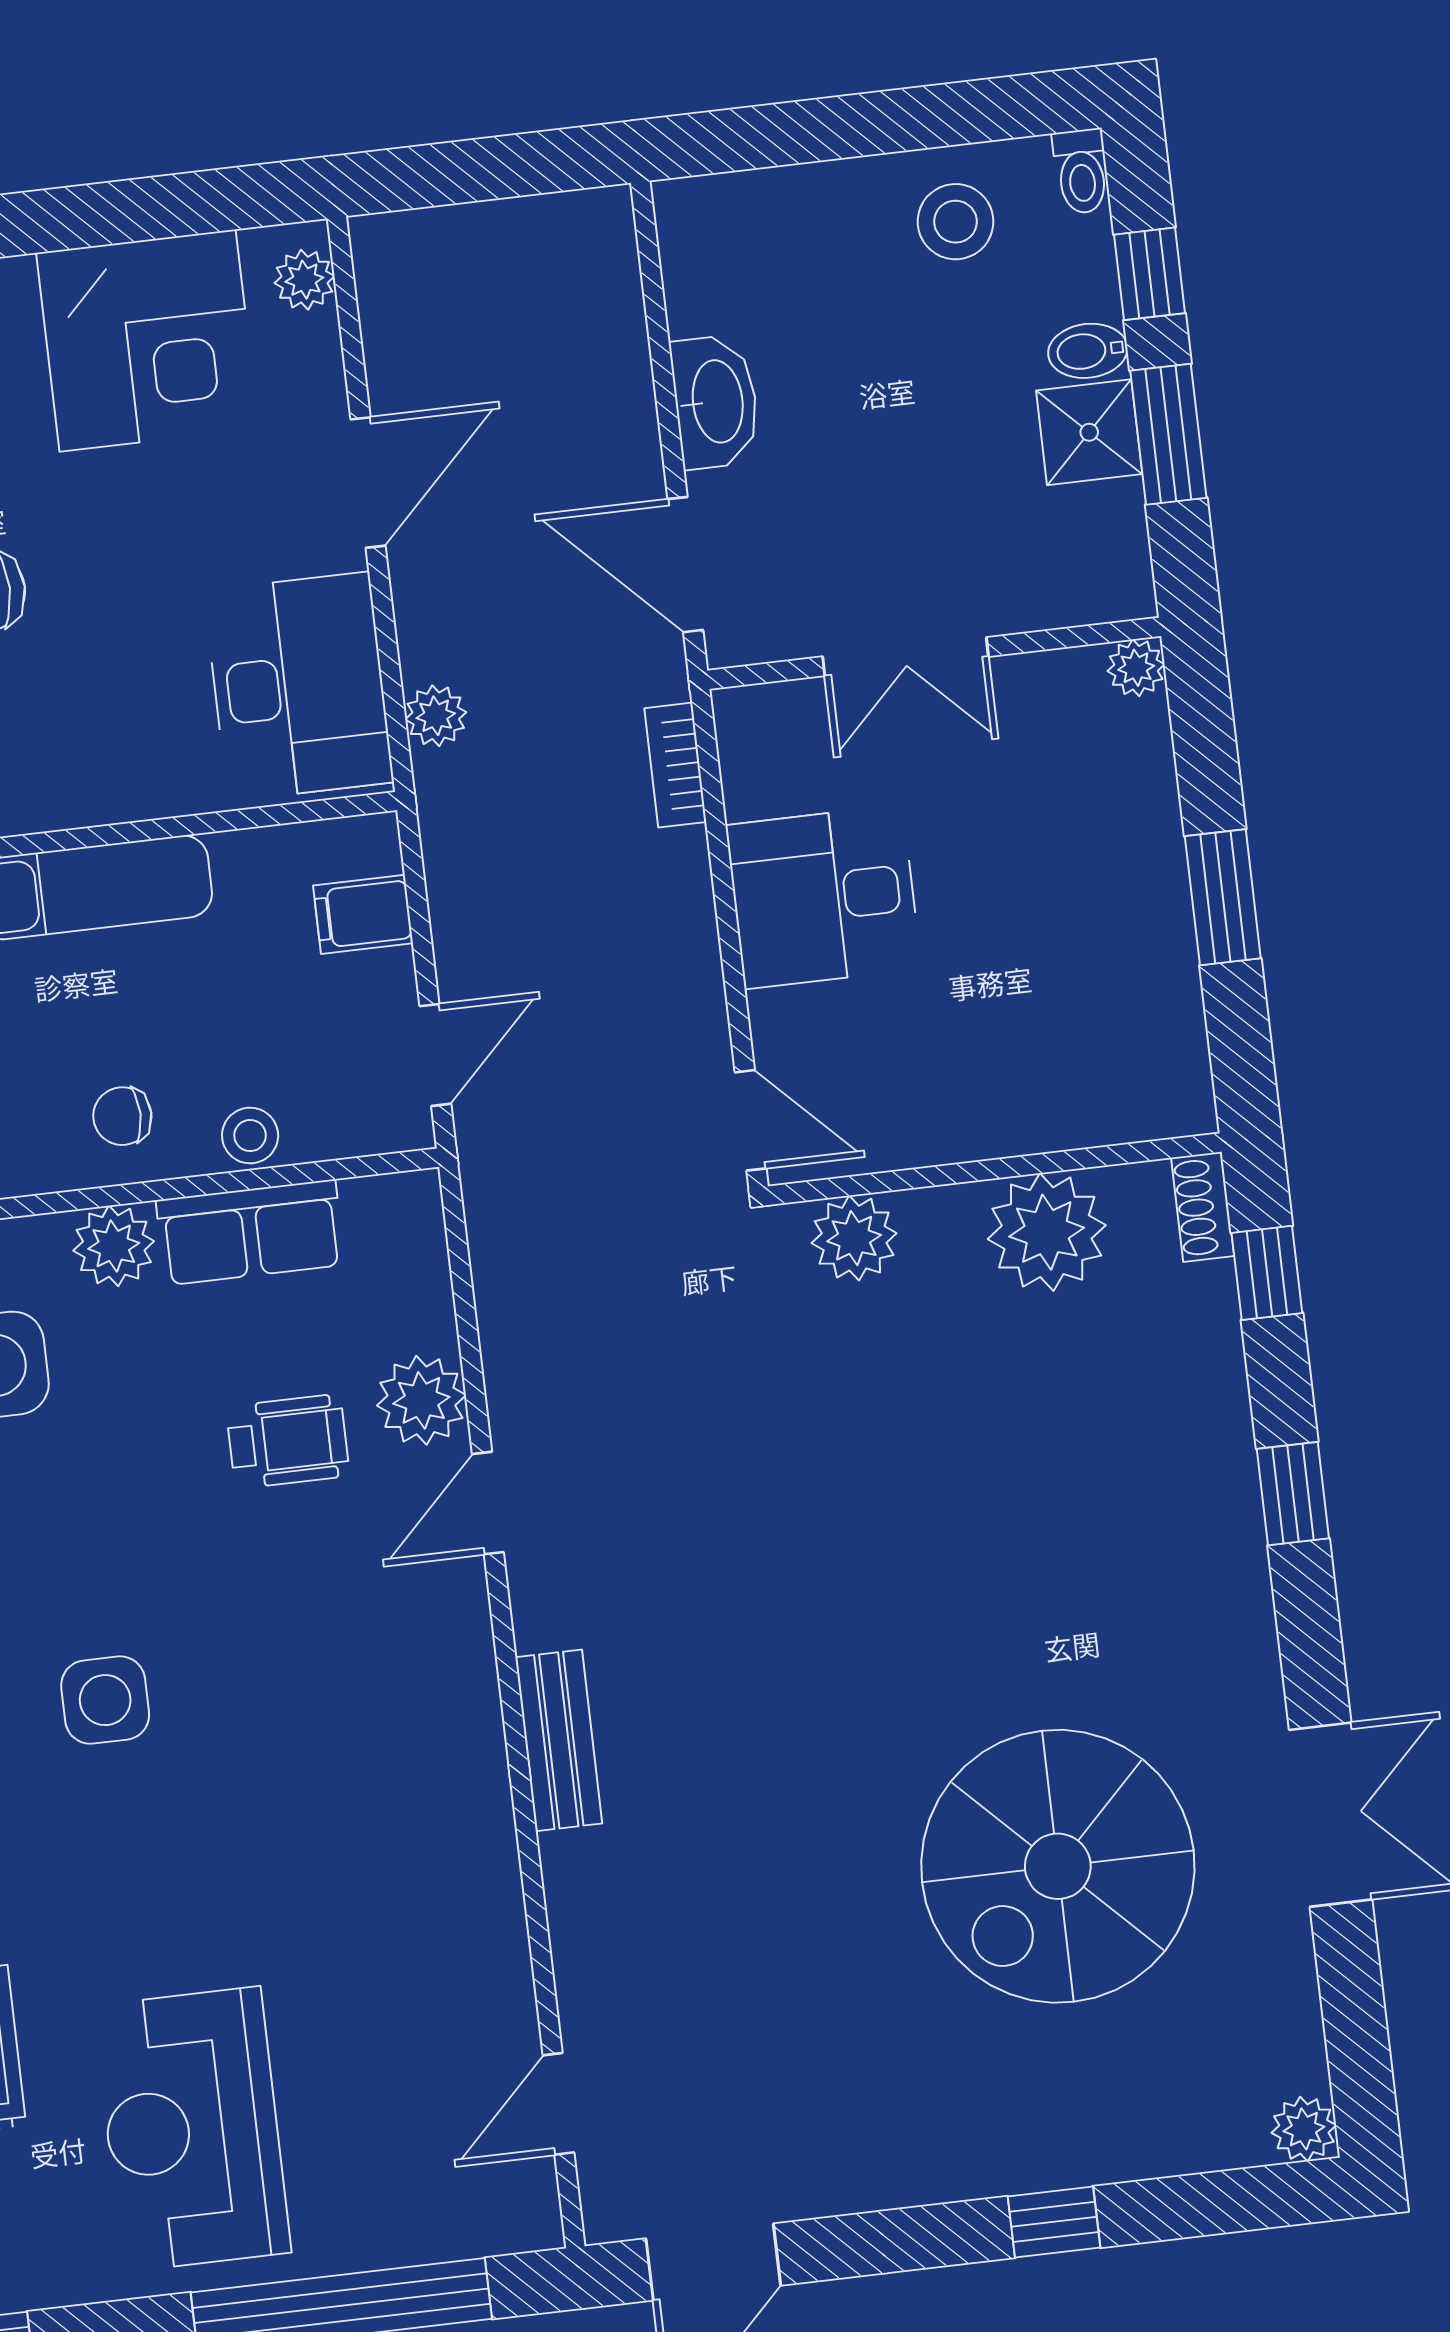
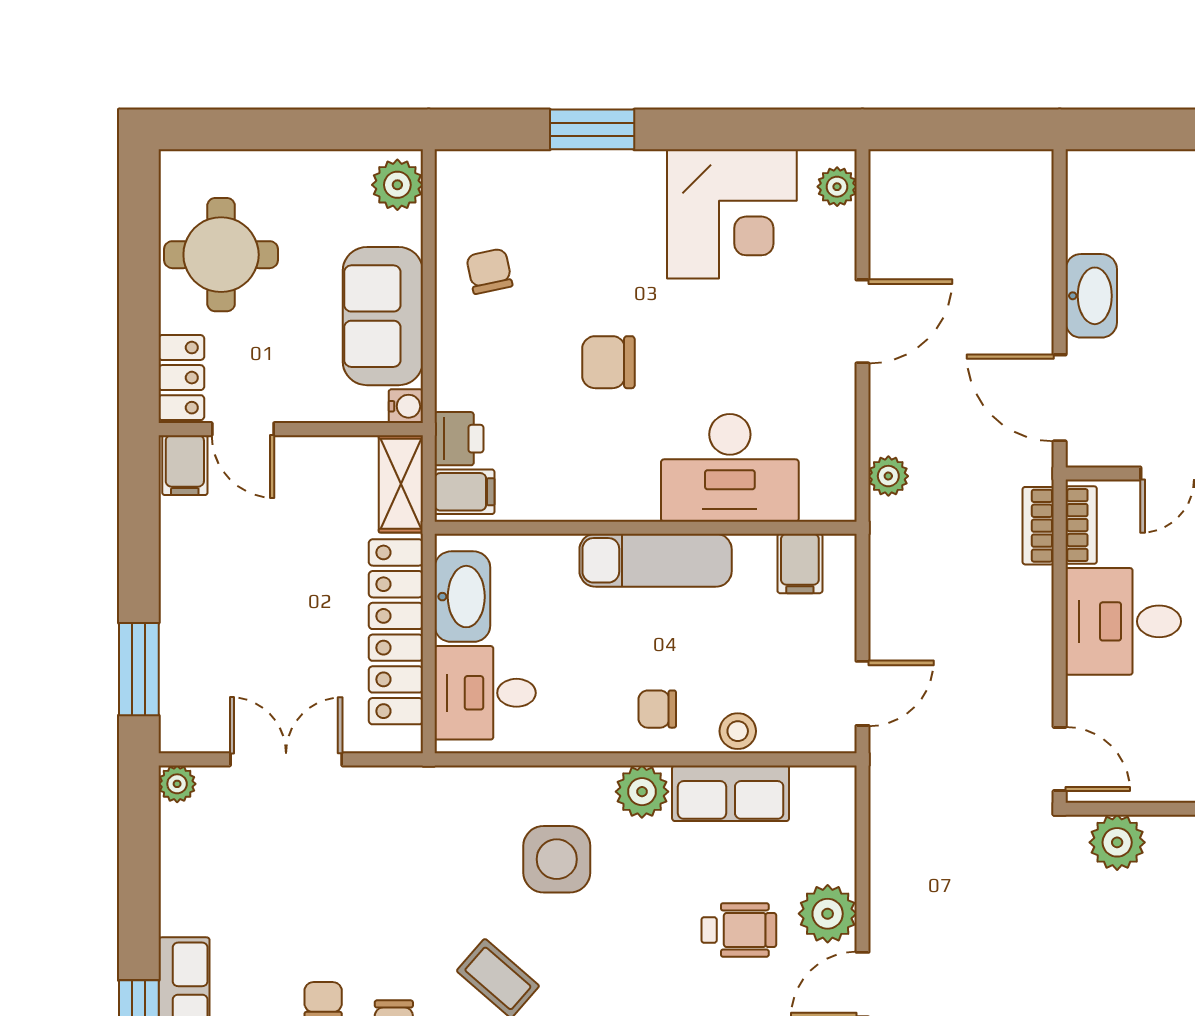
desk: (299, 686) -> (730, 468), moved, turned 90
bookcase: (741, 756) -> (1081, 525), added
filing cabinet: (363, 914) -> (800, 563), moved, turned -90

